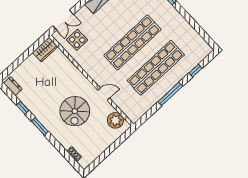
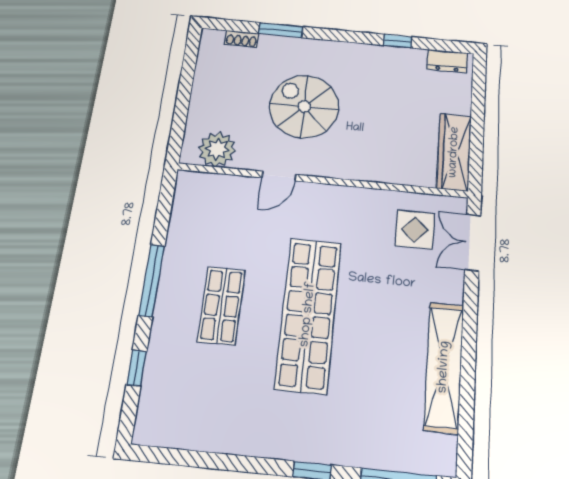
wardrobe: (45, 50) -> (454, 152), width x1.50
shop shelf: (156, 68) -> (222, 306), width x0.50, depth x0.74
window: (40, 126) -> (281, 30), moved

